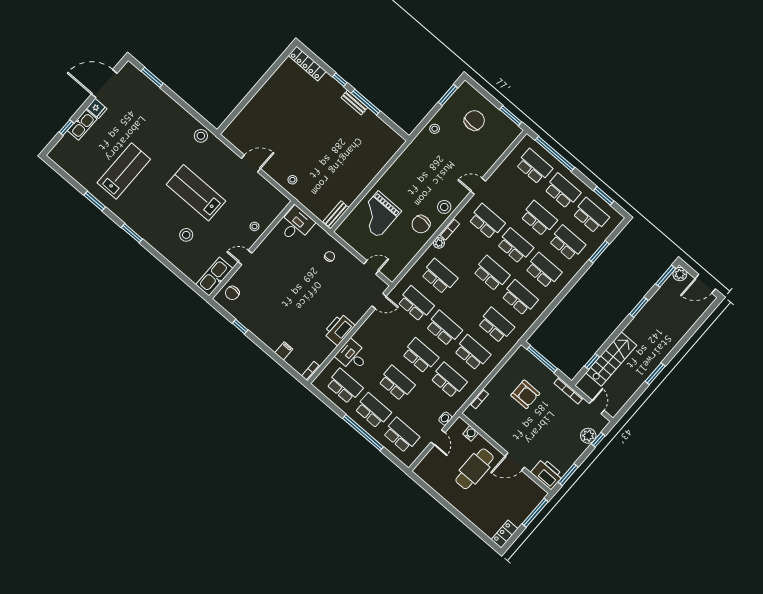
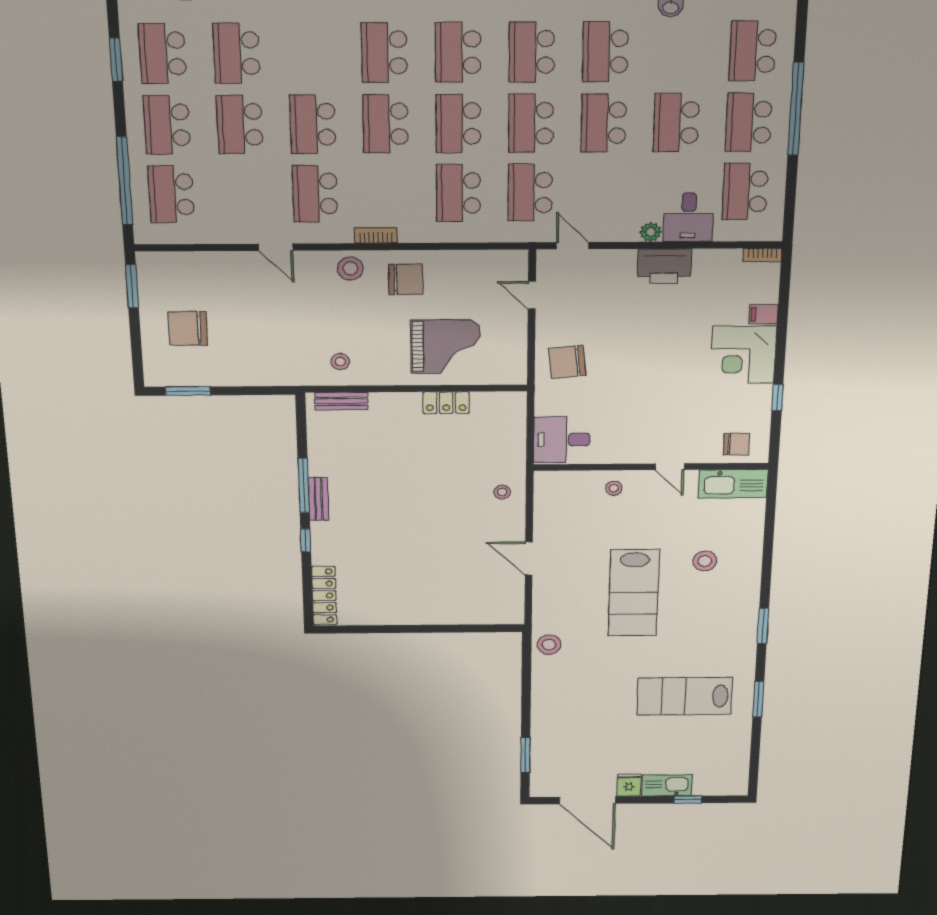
stool: (435, 129) -> (340, 362), moved
locker: (353, 193) -> (446, 403), added
bench: (336, 215) -> (341, 401), moved
plant: (439, 243) -> (651, 232), moved
chair: (330, 256) -> (567, 362), width x1.87, depth x1.87
school desk: (543, 270) -> (458, 124), moved
corner desk: (272, 329) -> (743, 355), added

